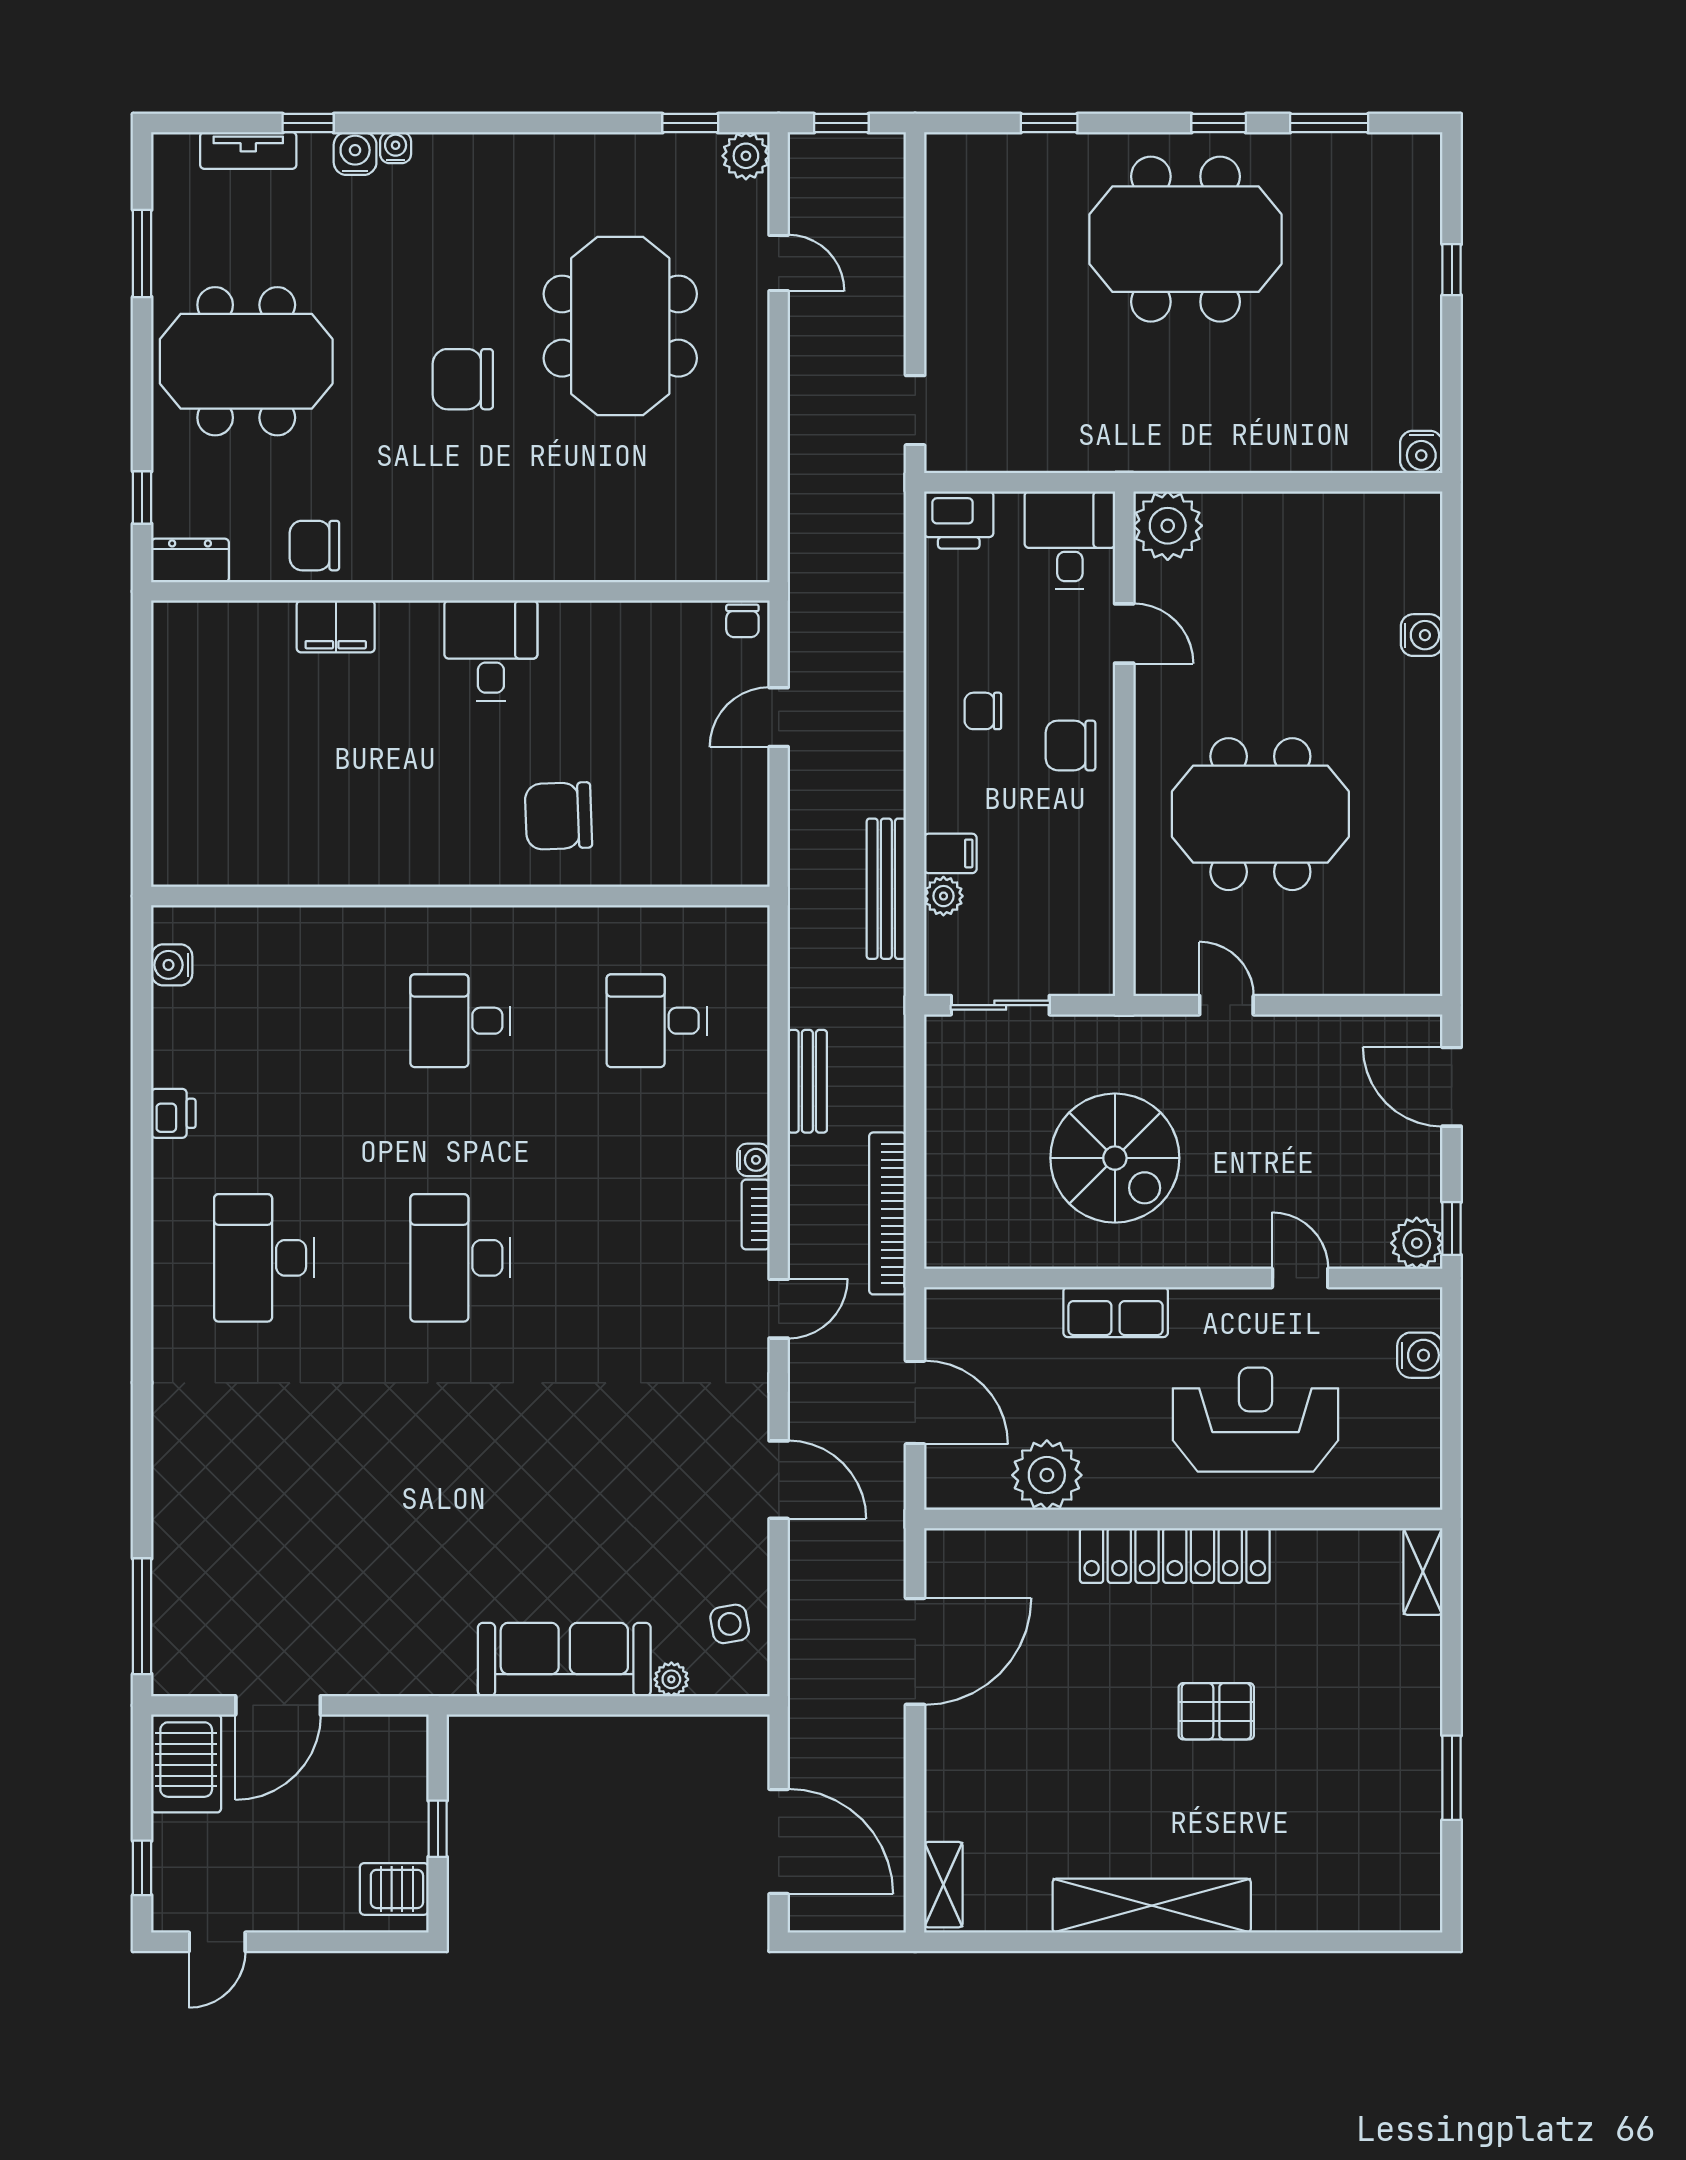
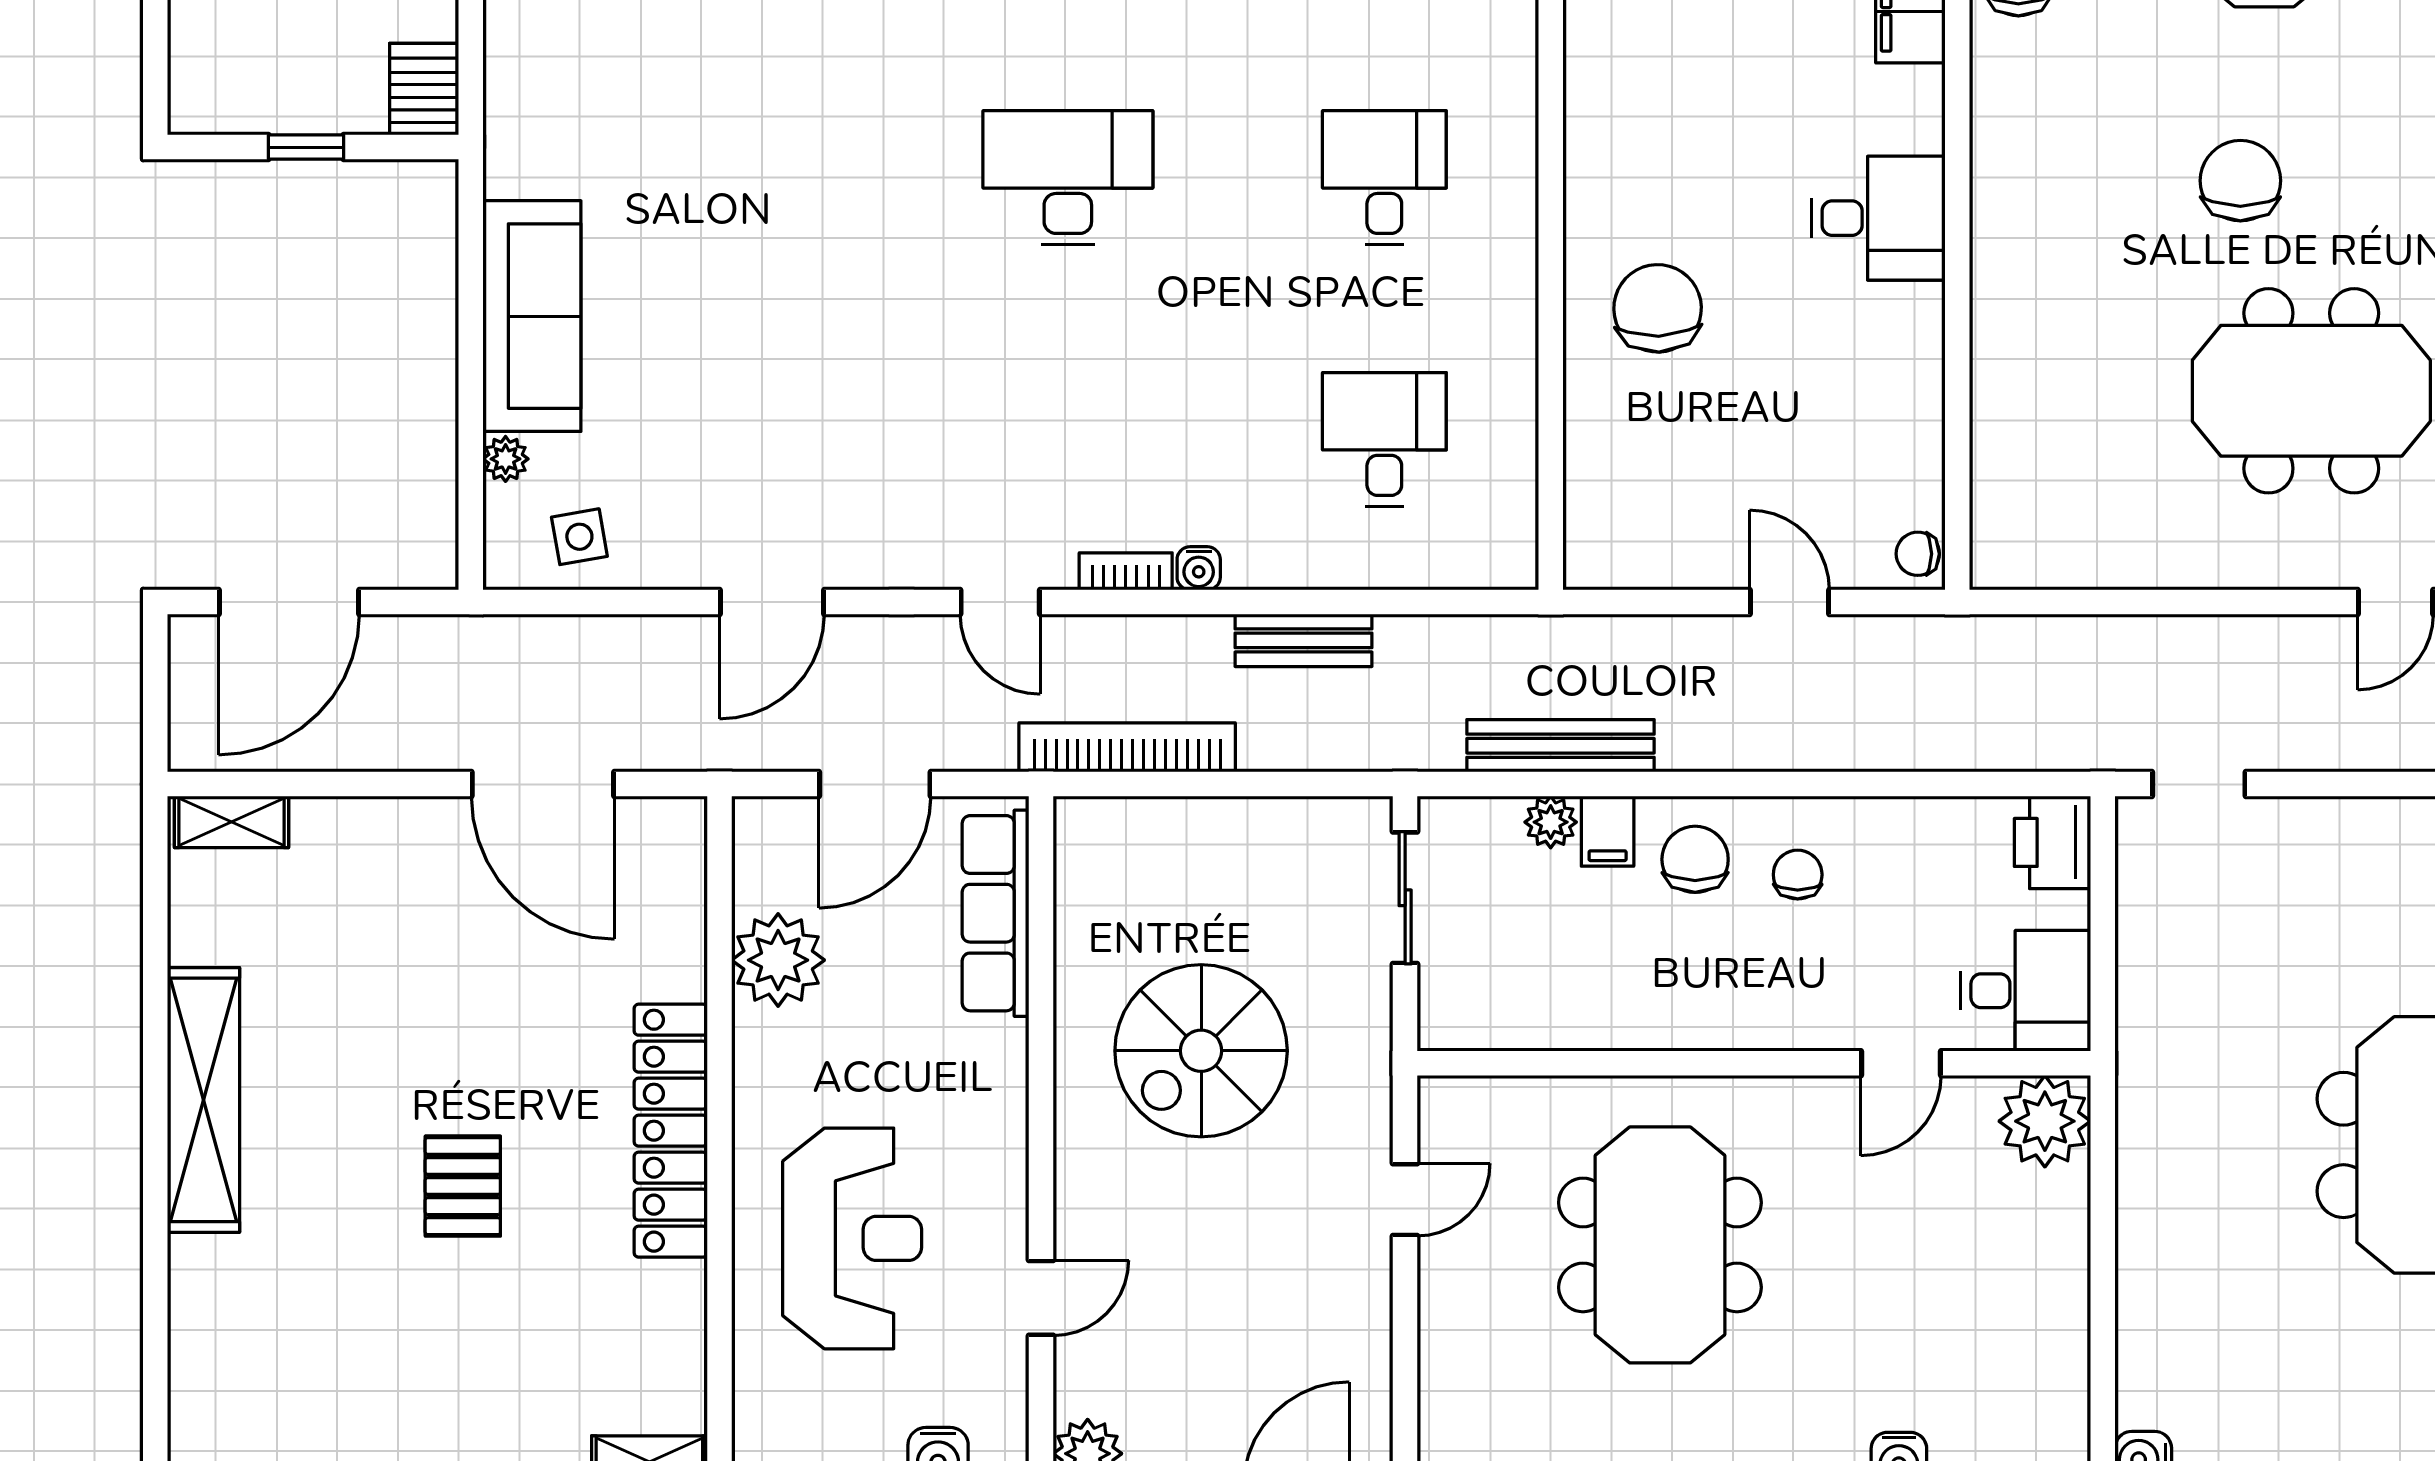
chair: (1071, 745) -> (1695, 859), moved
row of seats: (1116, 1312) -> (996, 913), moved, width x1.48
server rack: (394, 1889) -> (424, 89), moved

